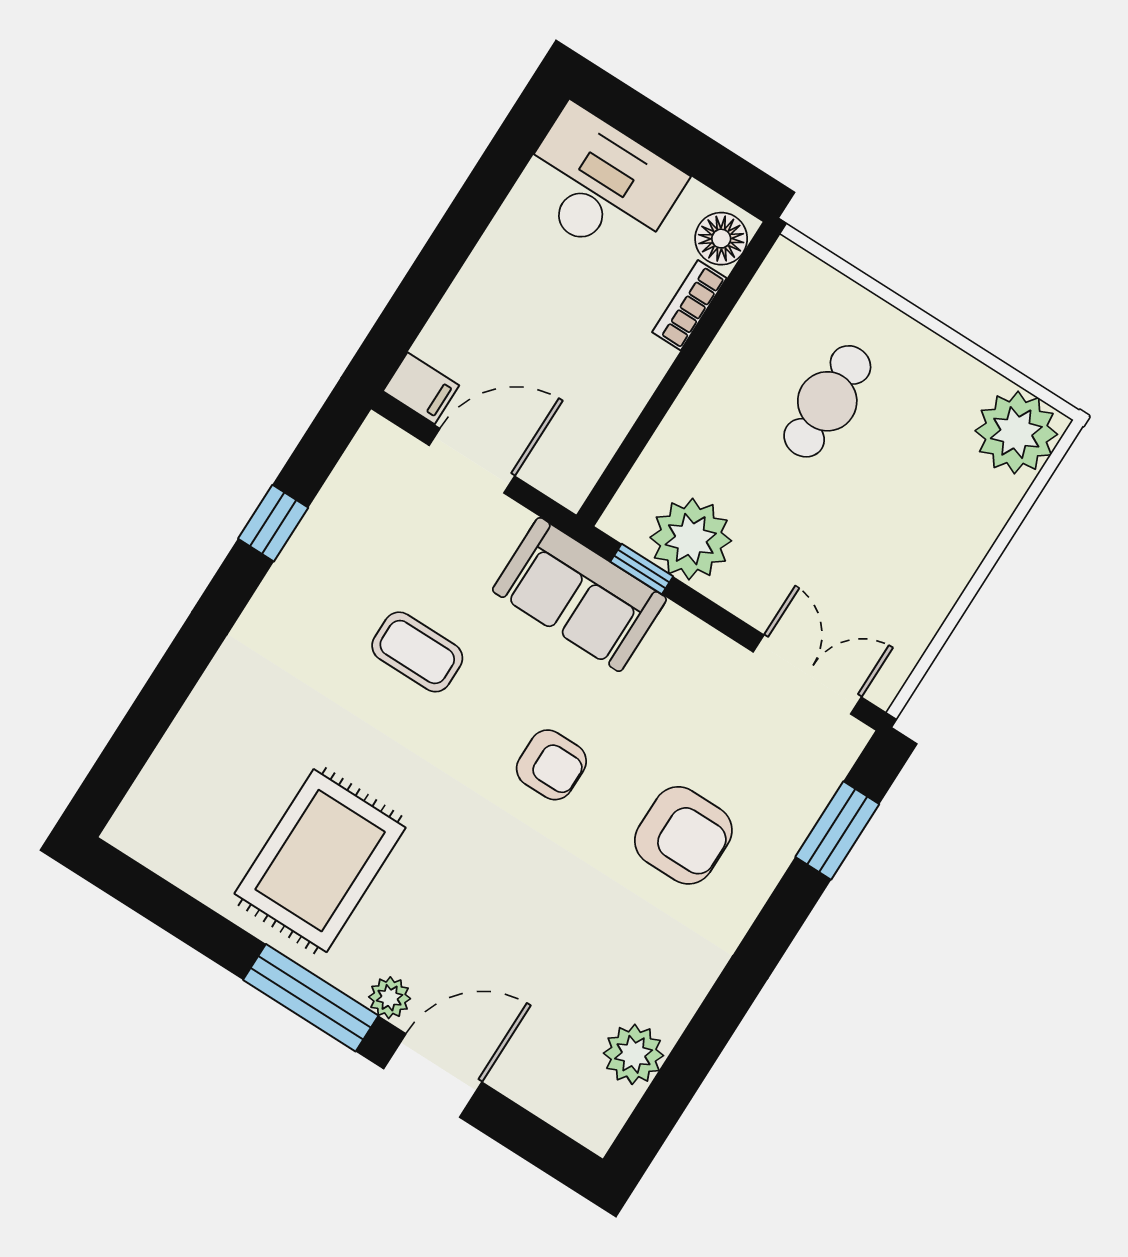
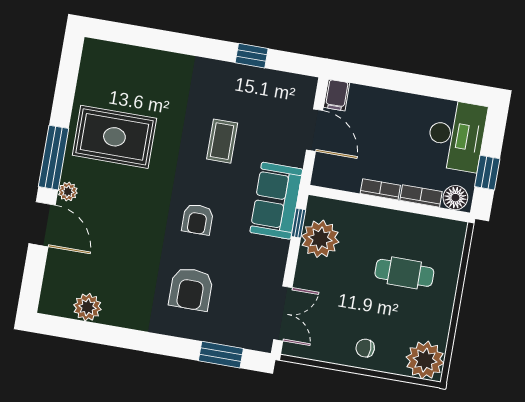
window: (698, 155) -> (487, 173), added
bookcase: (643, 380) -> (380, 189), added
chair: (943, 541) -> (365, 348), added

